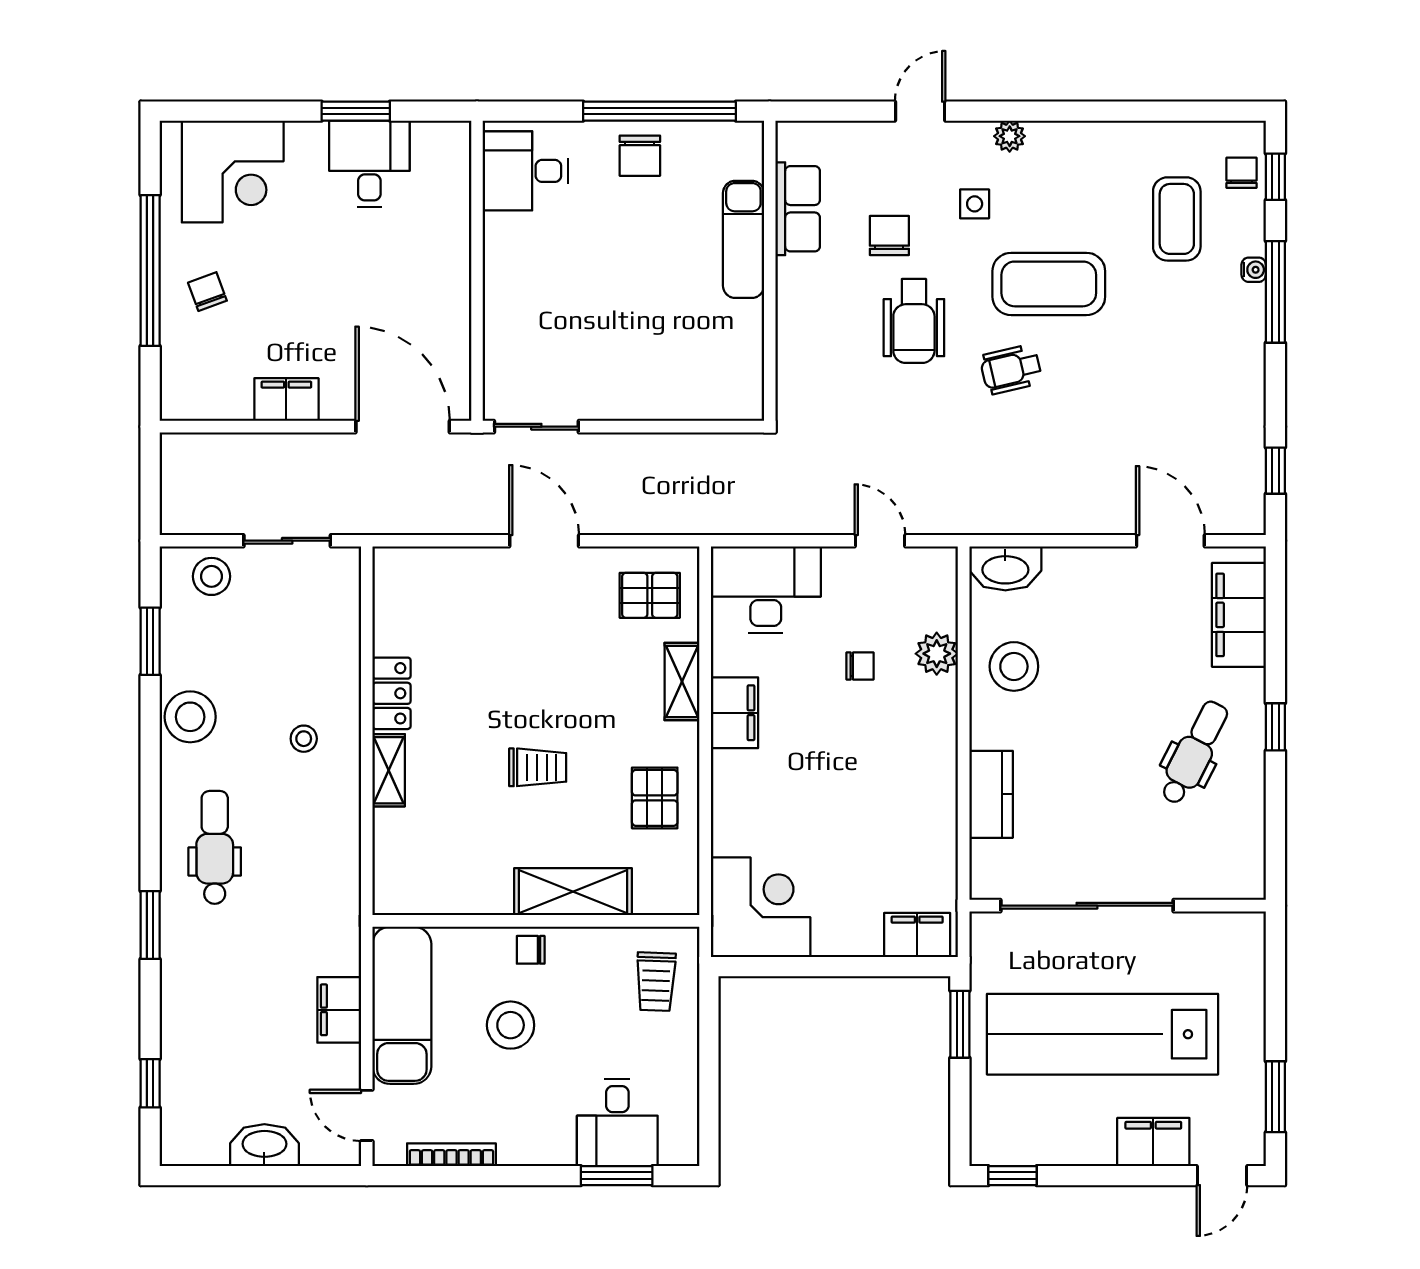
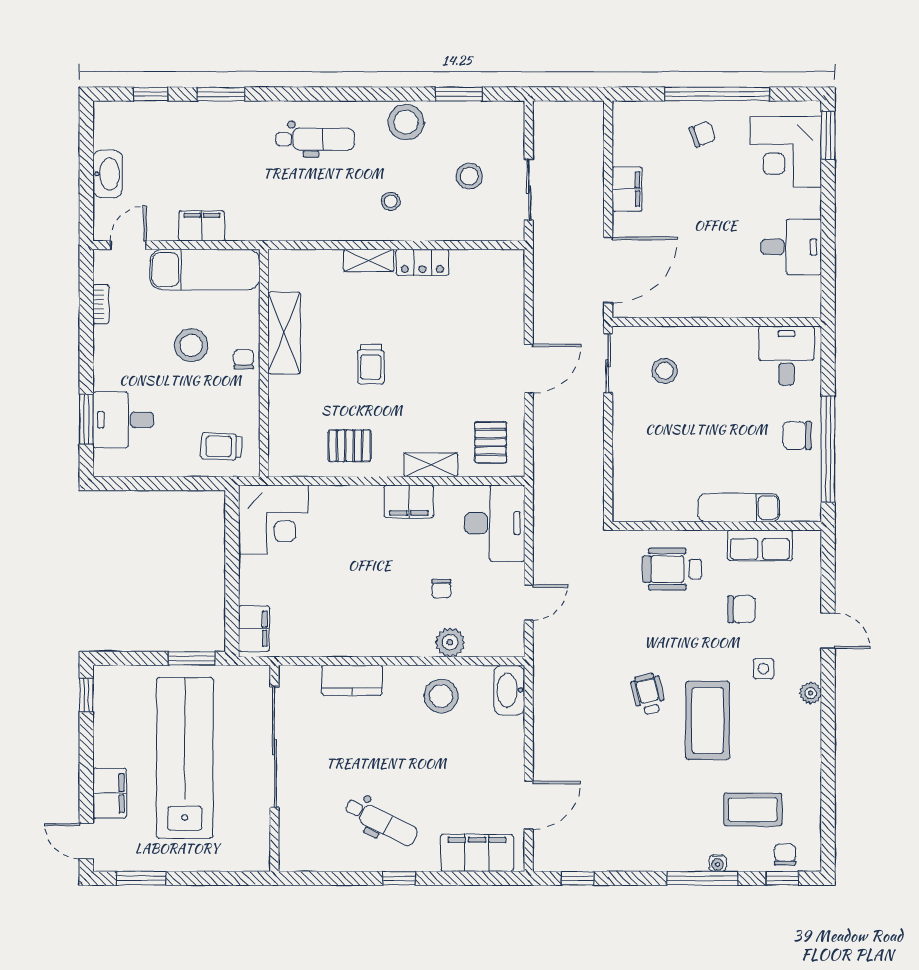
window: (356, 111) -> (828, 135), moved
chair: (1241, 173) -> (785, 855), turned -90
wheelchair: (914, 321) -> (672, 569), moved
stool: (547, 346) -> (665, 371), added
stool: (211, 576) -> (469, 176), moved
shelving: (573, 892) -> (284, 333), moved
window: (150, 925) -> (221, 94), moved
bookcase: (451, 1155) -> (101, 304), width x0.64

